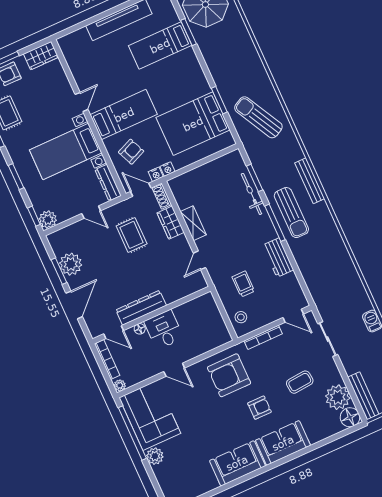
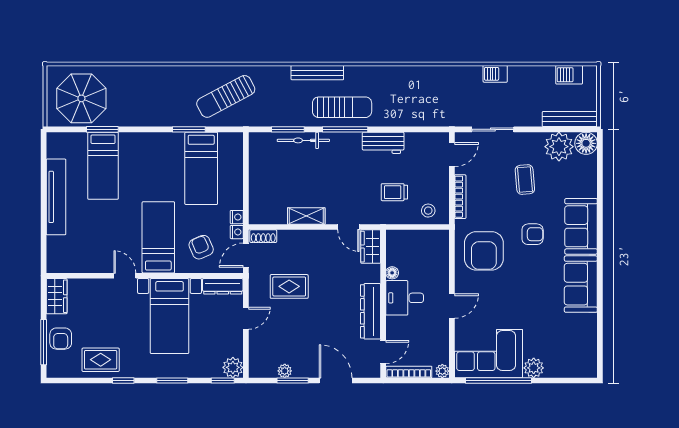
bed: (193, 124) -> (201, 168), width x0.67
wardrobe: (171, 223) -> (371, 247), moved, turned 90
plant: (71, 264) -> (285, 371), width x0.53, depth x0.53
floor lamp: (140, 329) -> (392, 273), moved
armchair: (259, 408) -> (533, 234), turned 90

